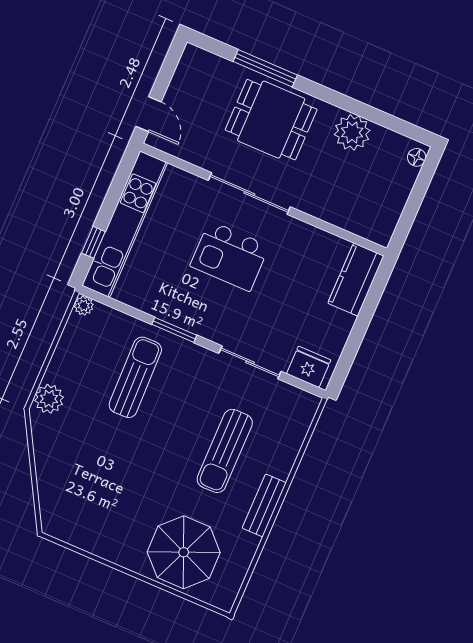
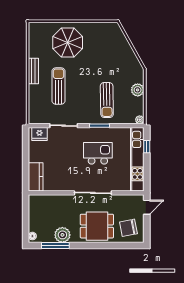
window: (265, 68) -> (55, 246), moved
chair: (206, 87) -> (128, 228), added
door: (149, 114) -> (147, 207), swing flipped
kitchen island: (230, 256) -> (98, 153), moved
plant: (49, 399) -> (138, 90), moved
parasol: (184, 552) -> (68, 42), moved

